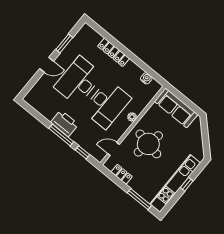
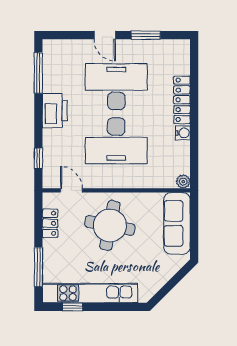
water cooler: (146, 78) -> (183, 133), moved
plant: (132, 117) -> (183, 182), moved
window: (61, 135) -> (38, 73), moved
window: (187, 184) -> (73, 307), moved

